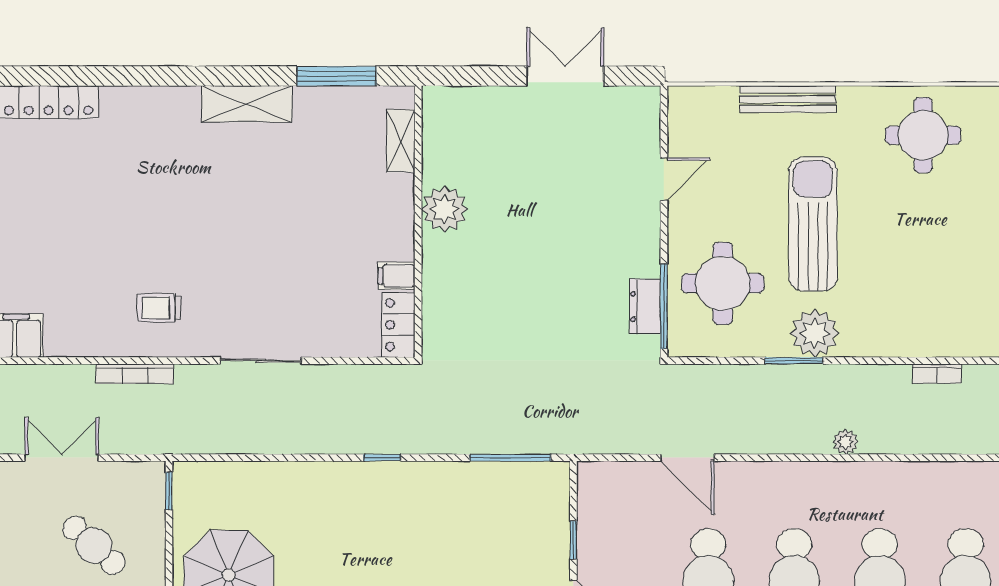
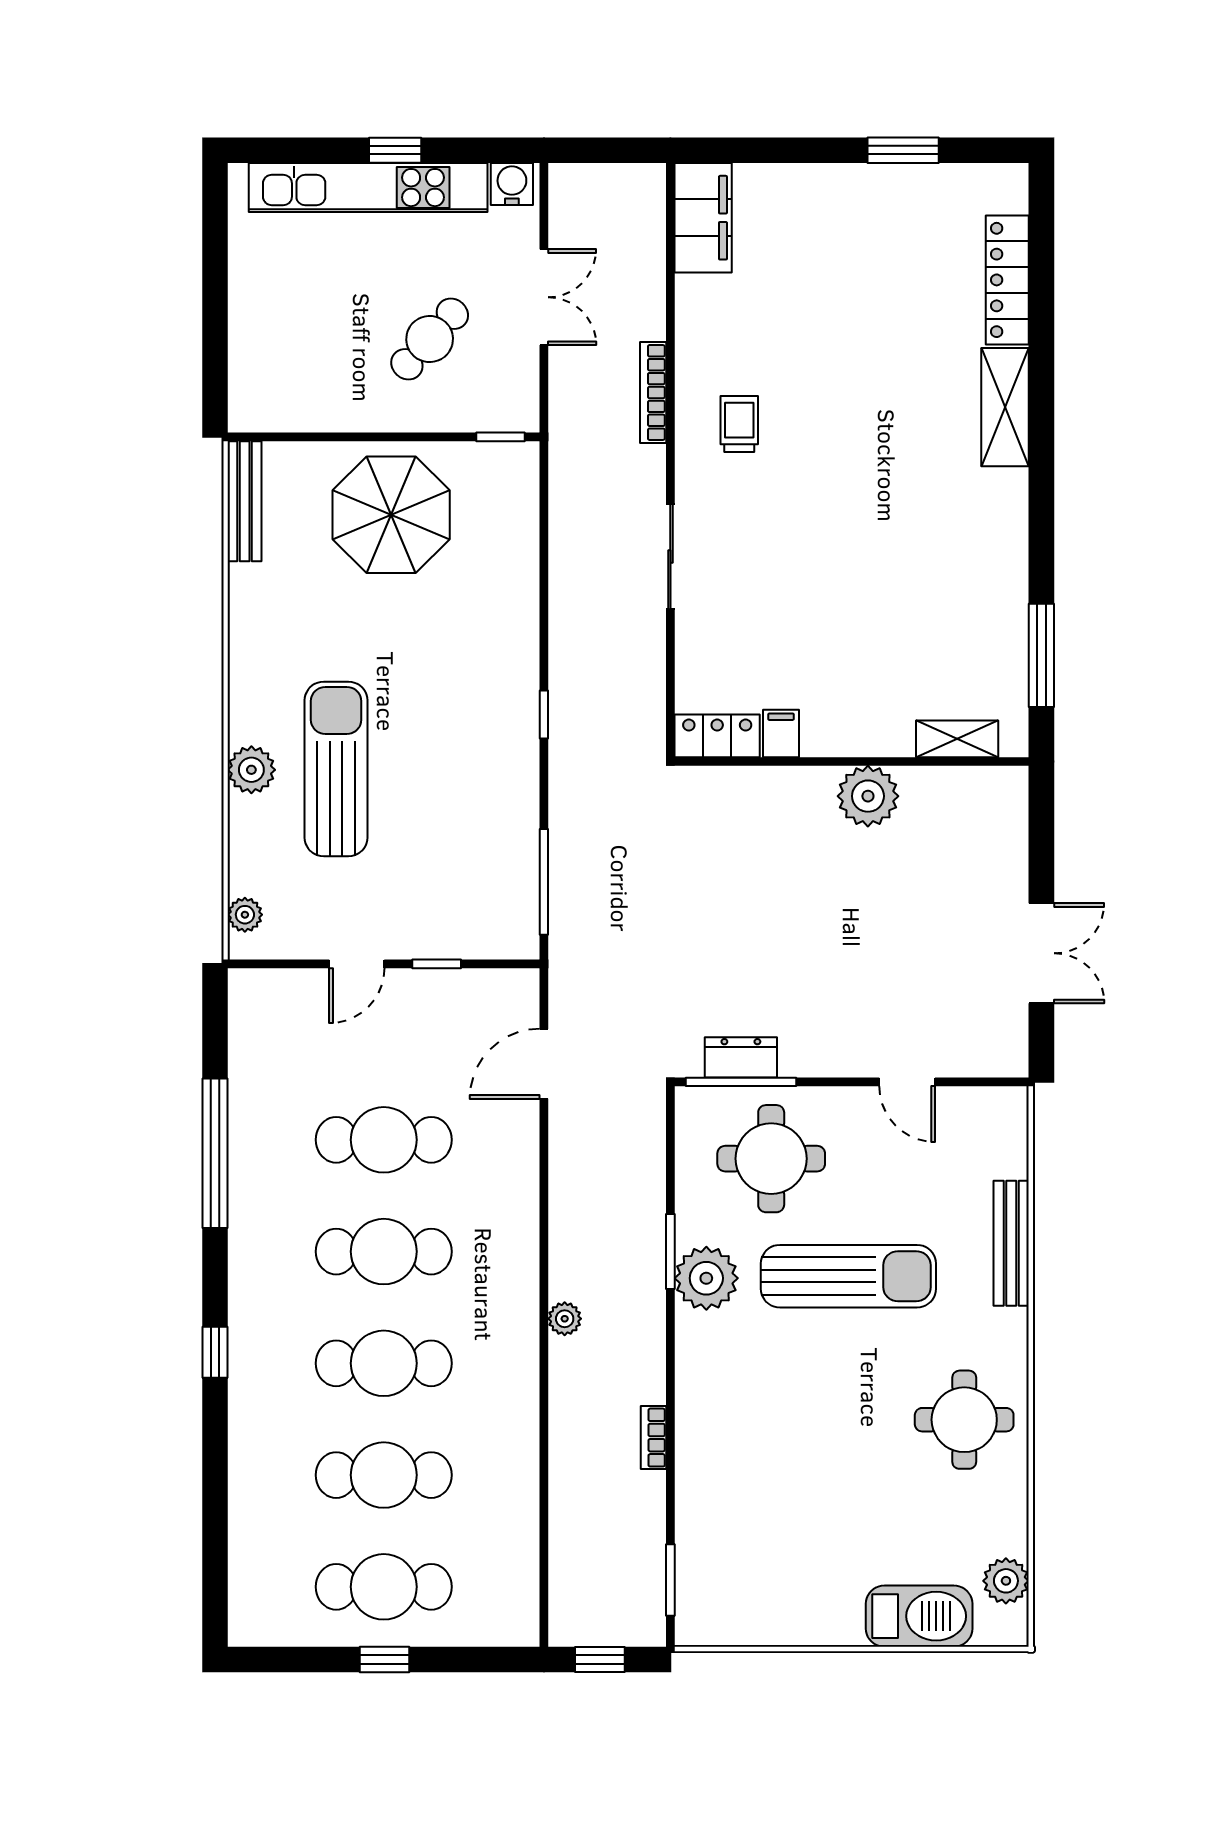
shelving: (247, 104) -> (1005, 407), moved
door: (687, 458) -> (544, 1064), moved

